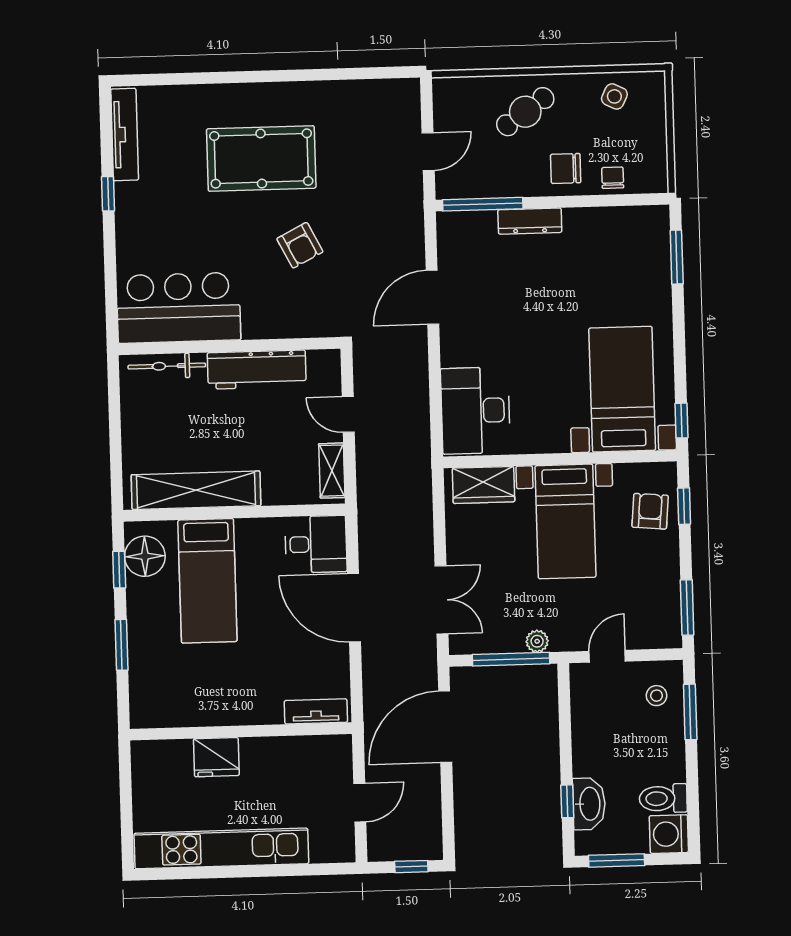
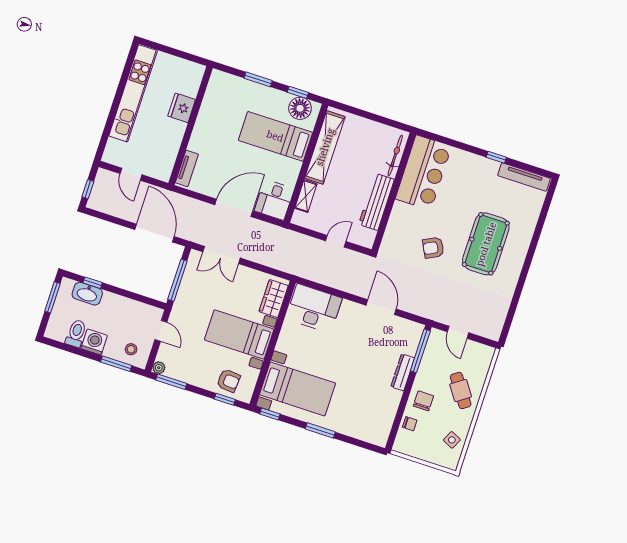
window: (677, 257) -> (320, 430), moved
shelving: (332, 471) -> (306, 196), moved, turned 90
plant: (537, 641) -> (159, 368), moved
washing machine: (669, 834) -> (94, 342), moved

